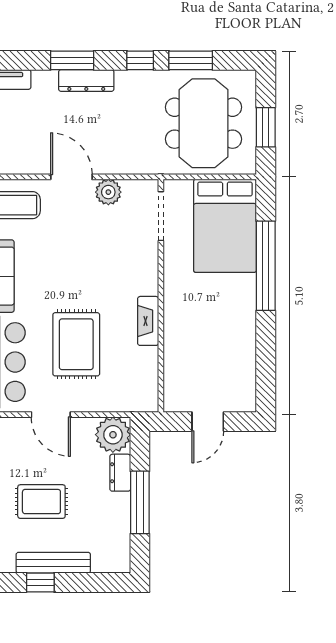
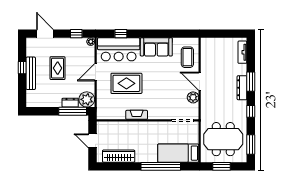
window: (191, 60) -> (251, 145), moved
door: (71, 177) -> (200, 81), swing flipped
bed: (225, 226) -> (178, 153), width x0.67
wardrobe: (242, 362) -> (119, 156), added
window: (140, 502) -> (73, 111), moved

